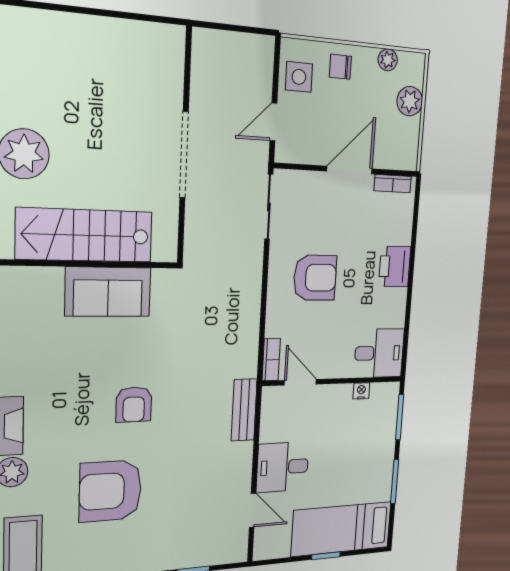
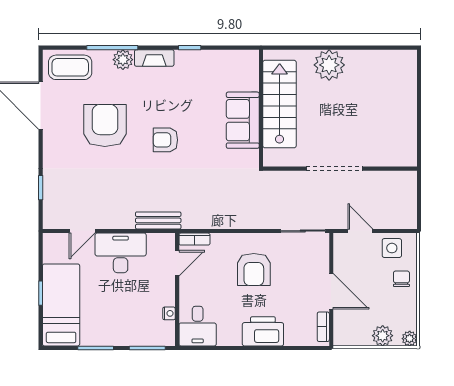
plant: (388, 60) -> (410, 339), moved
printer: (395, 266) -> (263, 331), width x1.37, depth x1.19
desk: (283, 467) -> (121, 253), width x1.37

